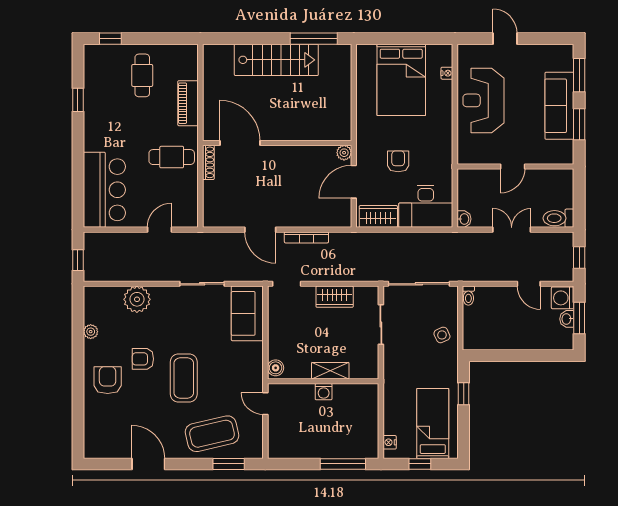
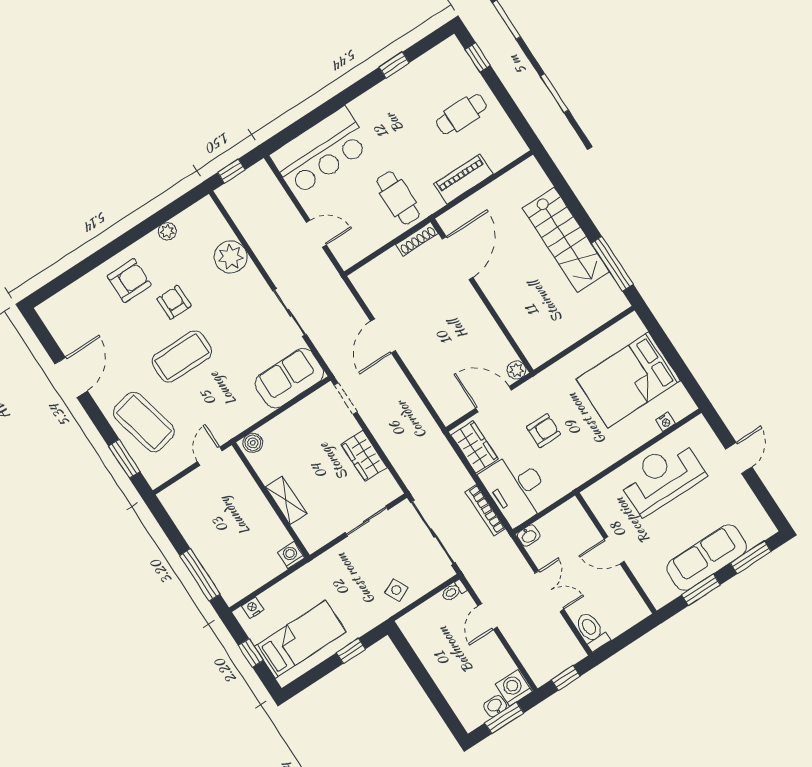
bookcase: (306, 237) -> (485, 510), moved
door: (529, 284) -> (488, 616), moved
washing machine: (324, 392) -> (291, 555), moved, turned 90

